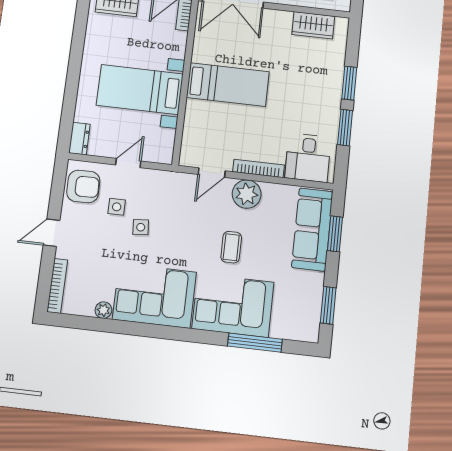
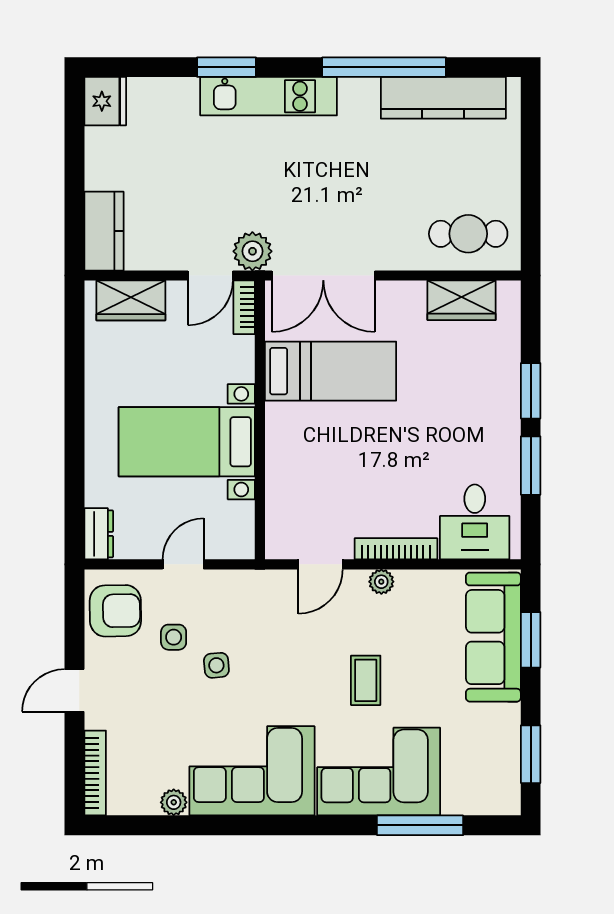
bed: (228, 85) -> (330, 371), moved
plant: (247, 194) -> (381, 582), width x0.53, depth x0.53

